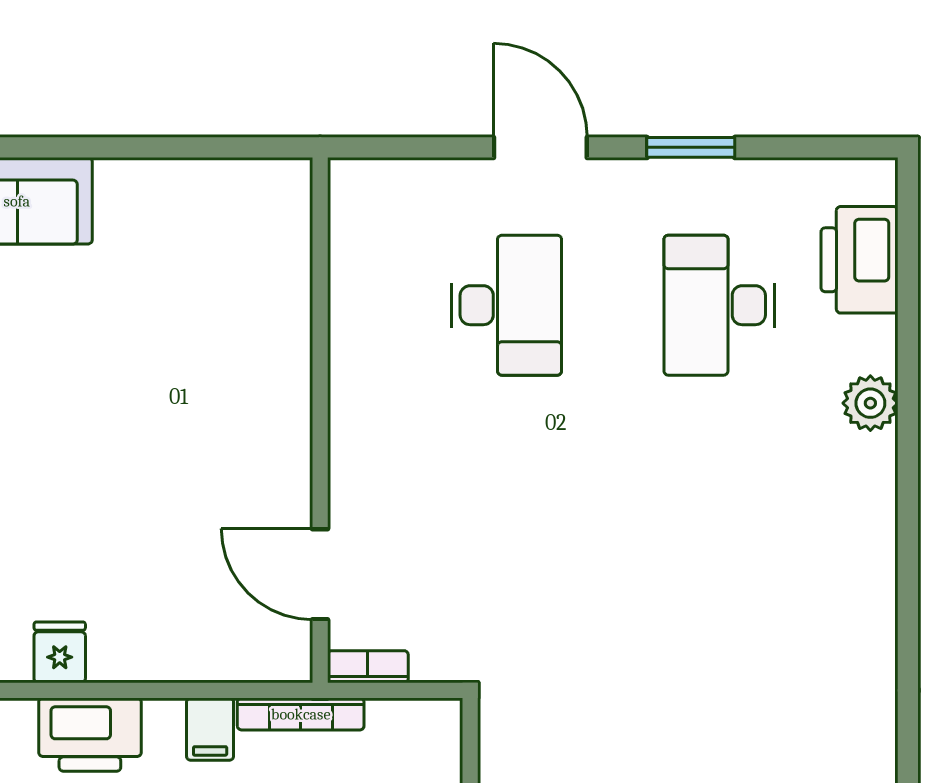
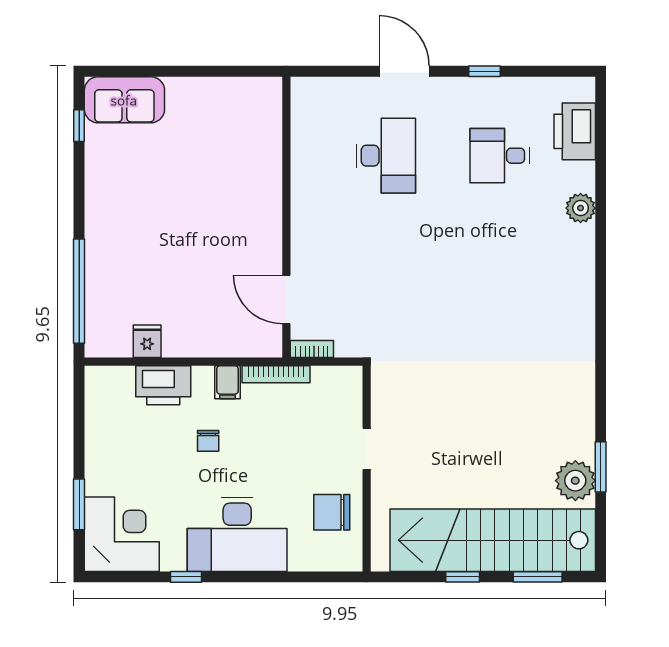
window: (691, 147) -> (485, 71), width x0.67
desk: (719, 305) -> (500, 156), width x0.73

